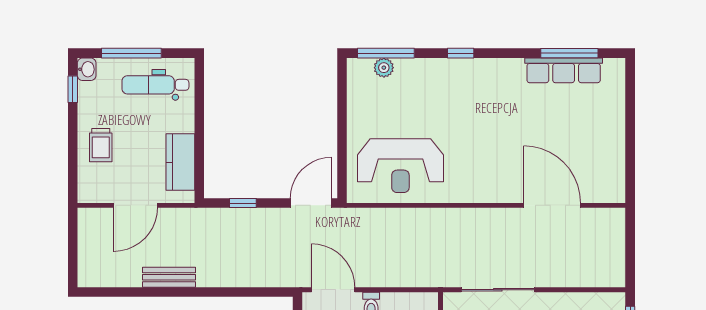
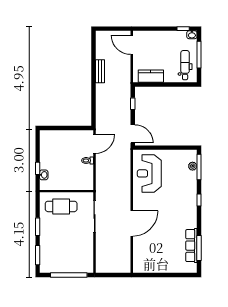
trolley: (101, 145) -> (158, 41), removed
door: (135, 205) -> (132, 45), moved
door: (552, 205) -> (132, 223), moved

